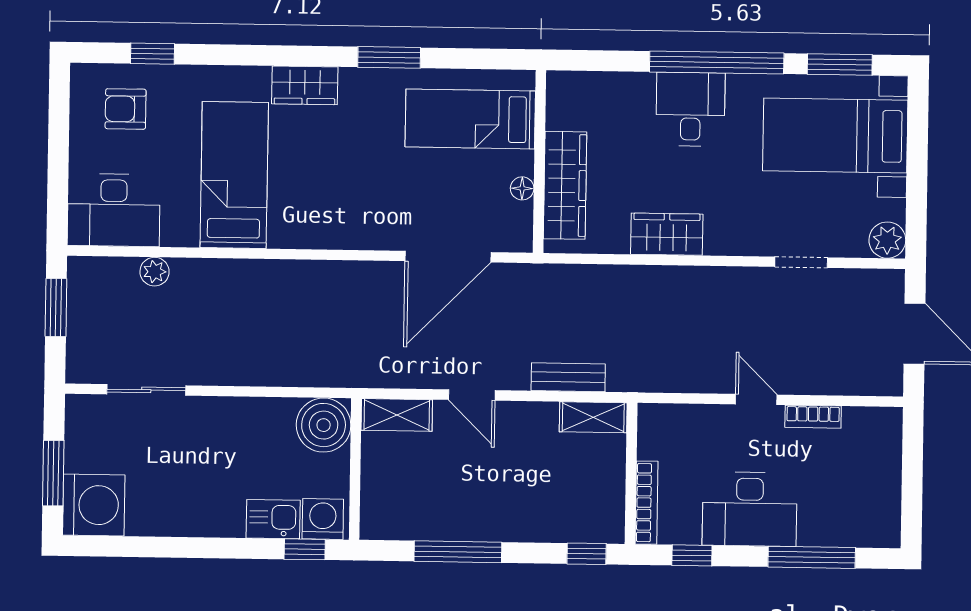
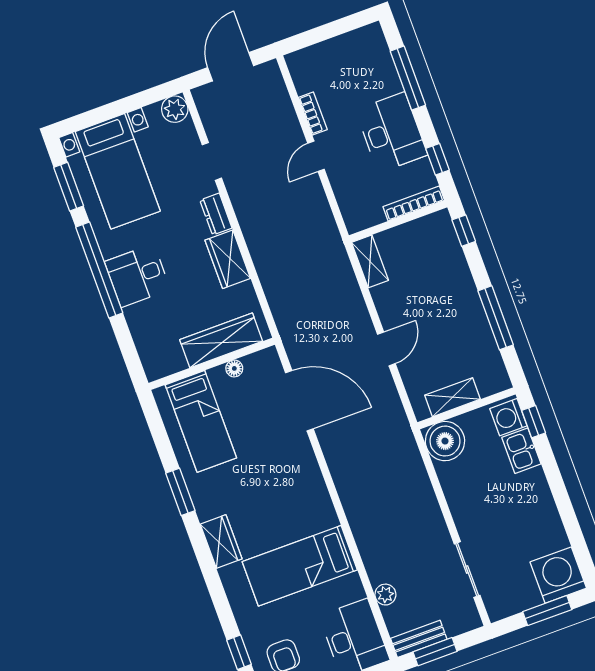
dresser: (731, 241) -> (216, 214), added
bench: (568, 377) -> (419, 639), moved, turned 90
shelving: (397, 415) -> (453, 397), moved, turned 90

